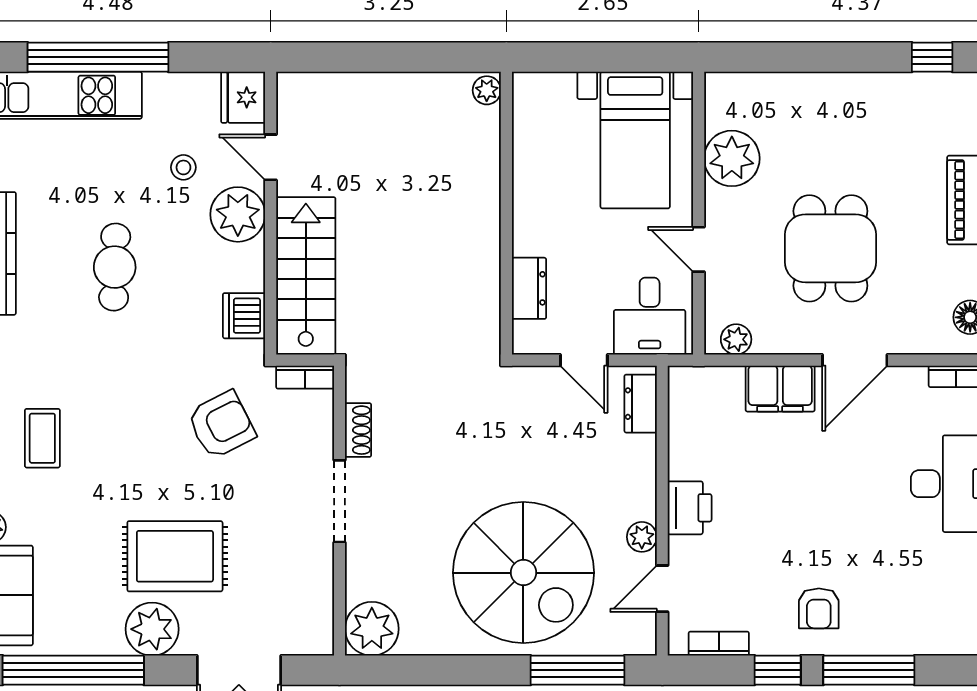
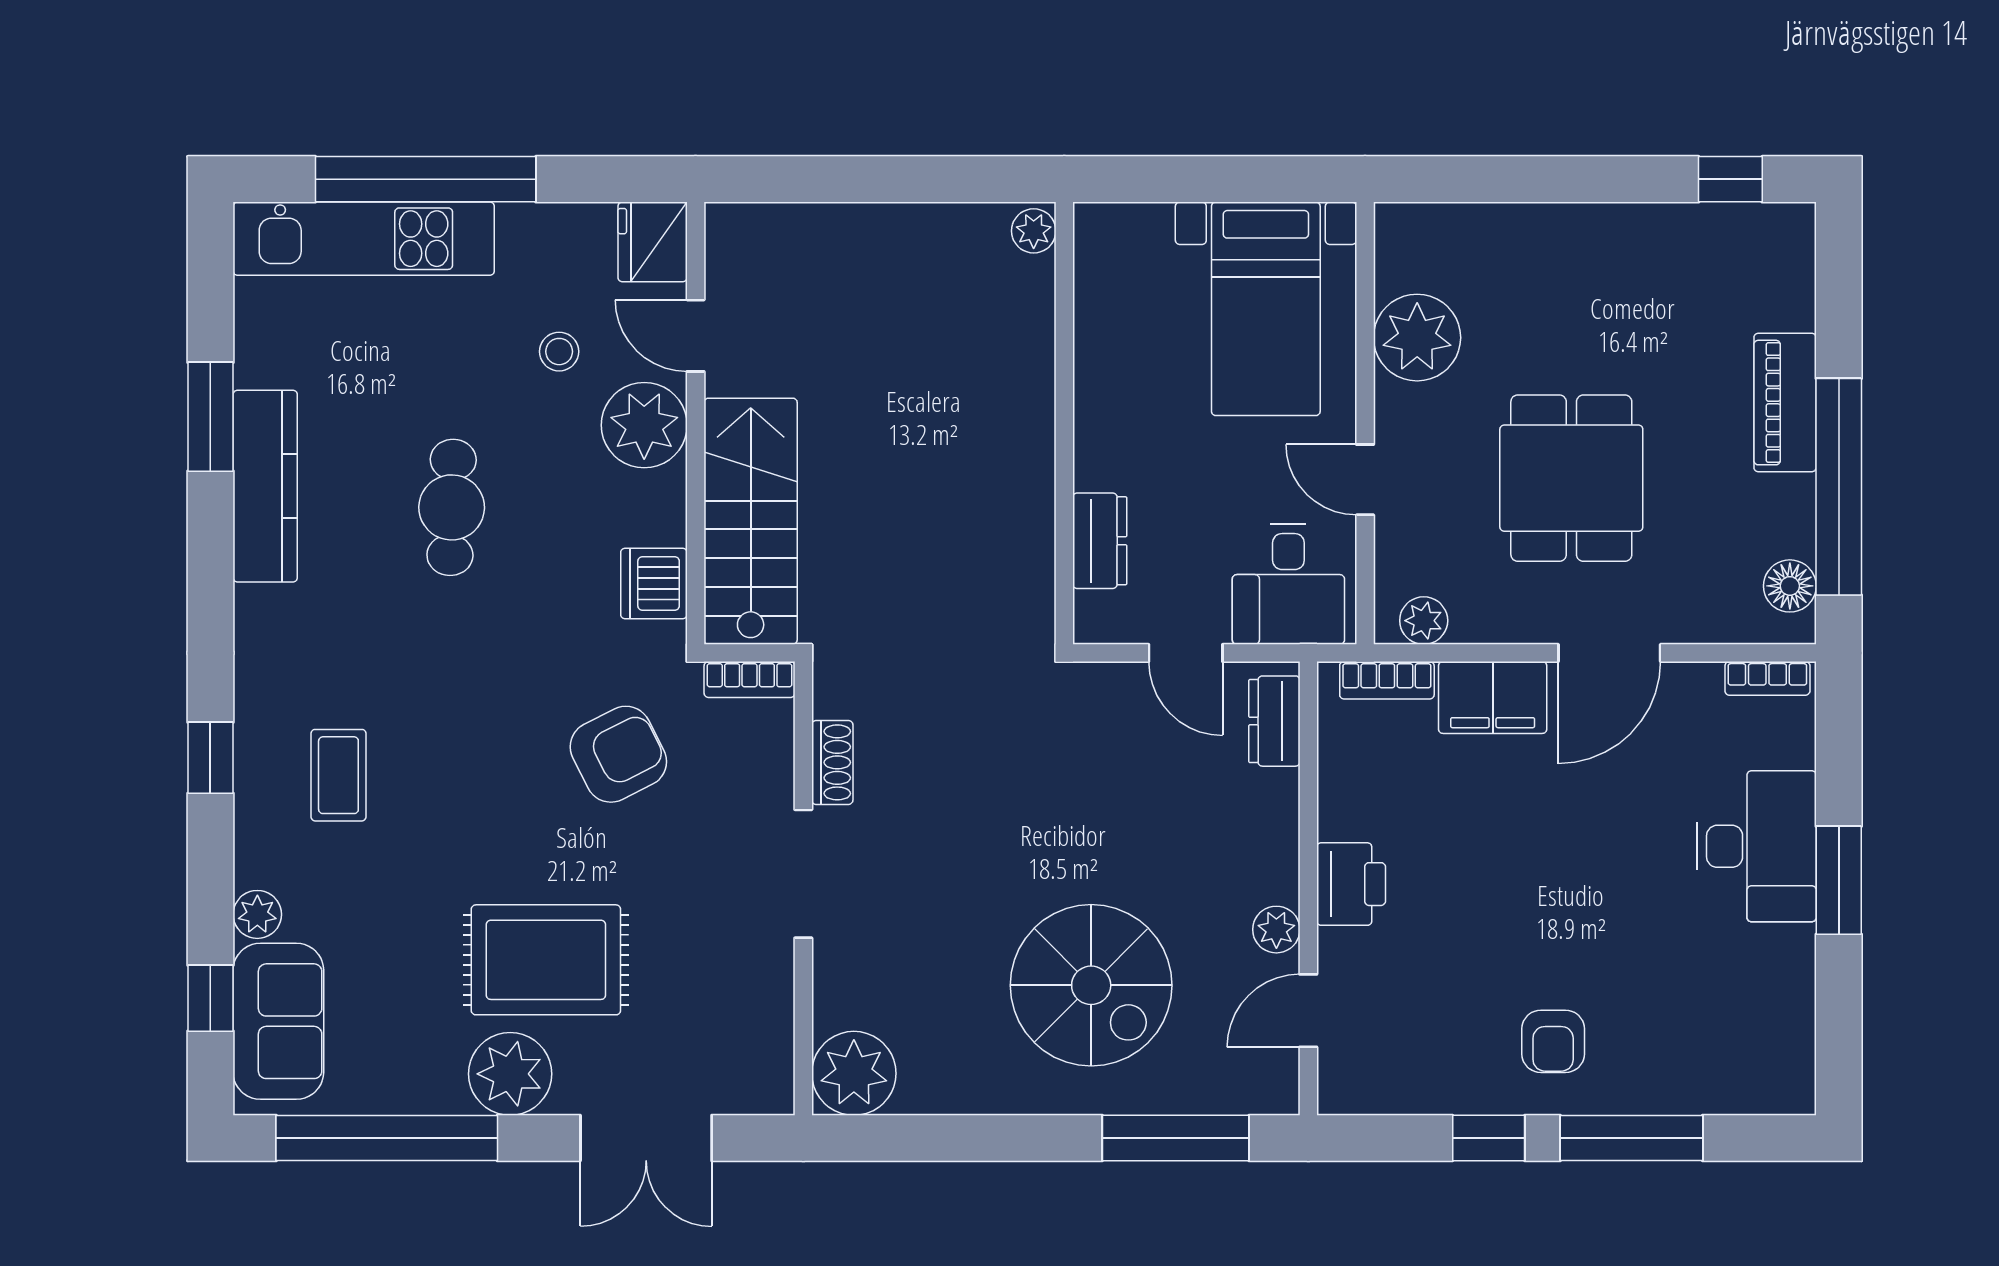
spiral stairs: (523, 573) -> (1091, 985), width x0.73, depth x0.73
bookcase: (719, 644) -> (1387, 680), moved, turned 180

